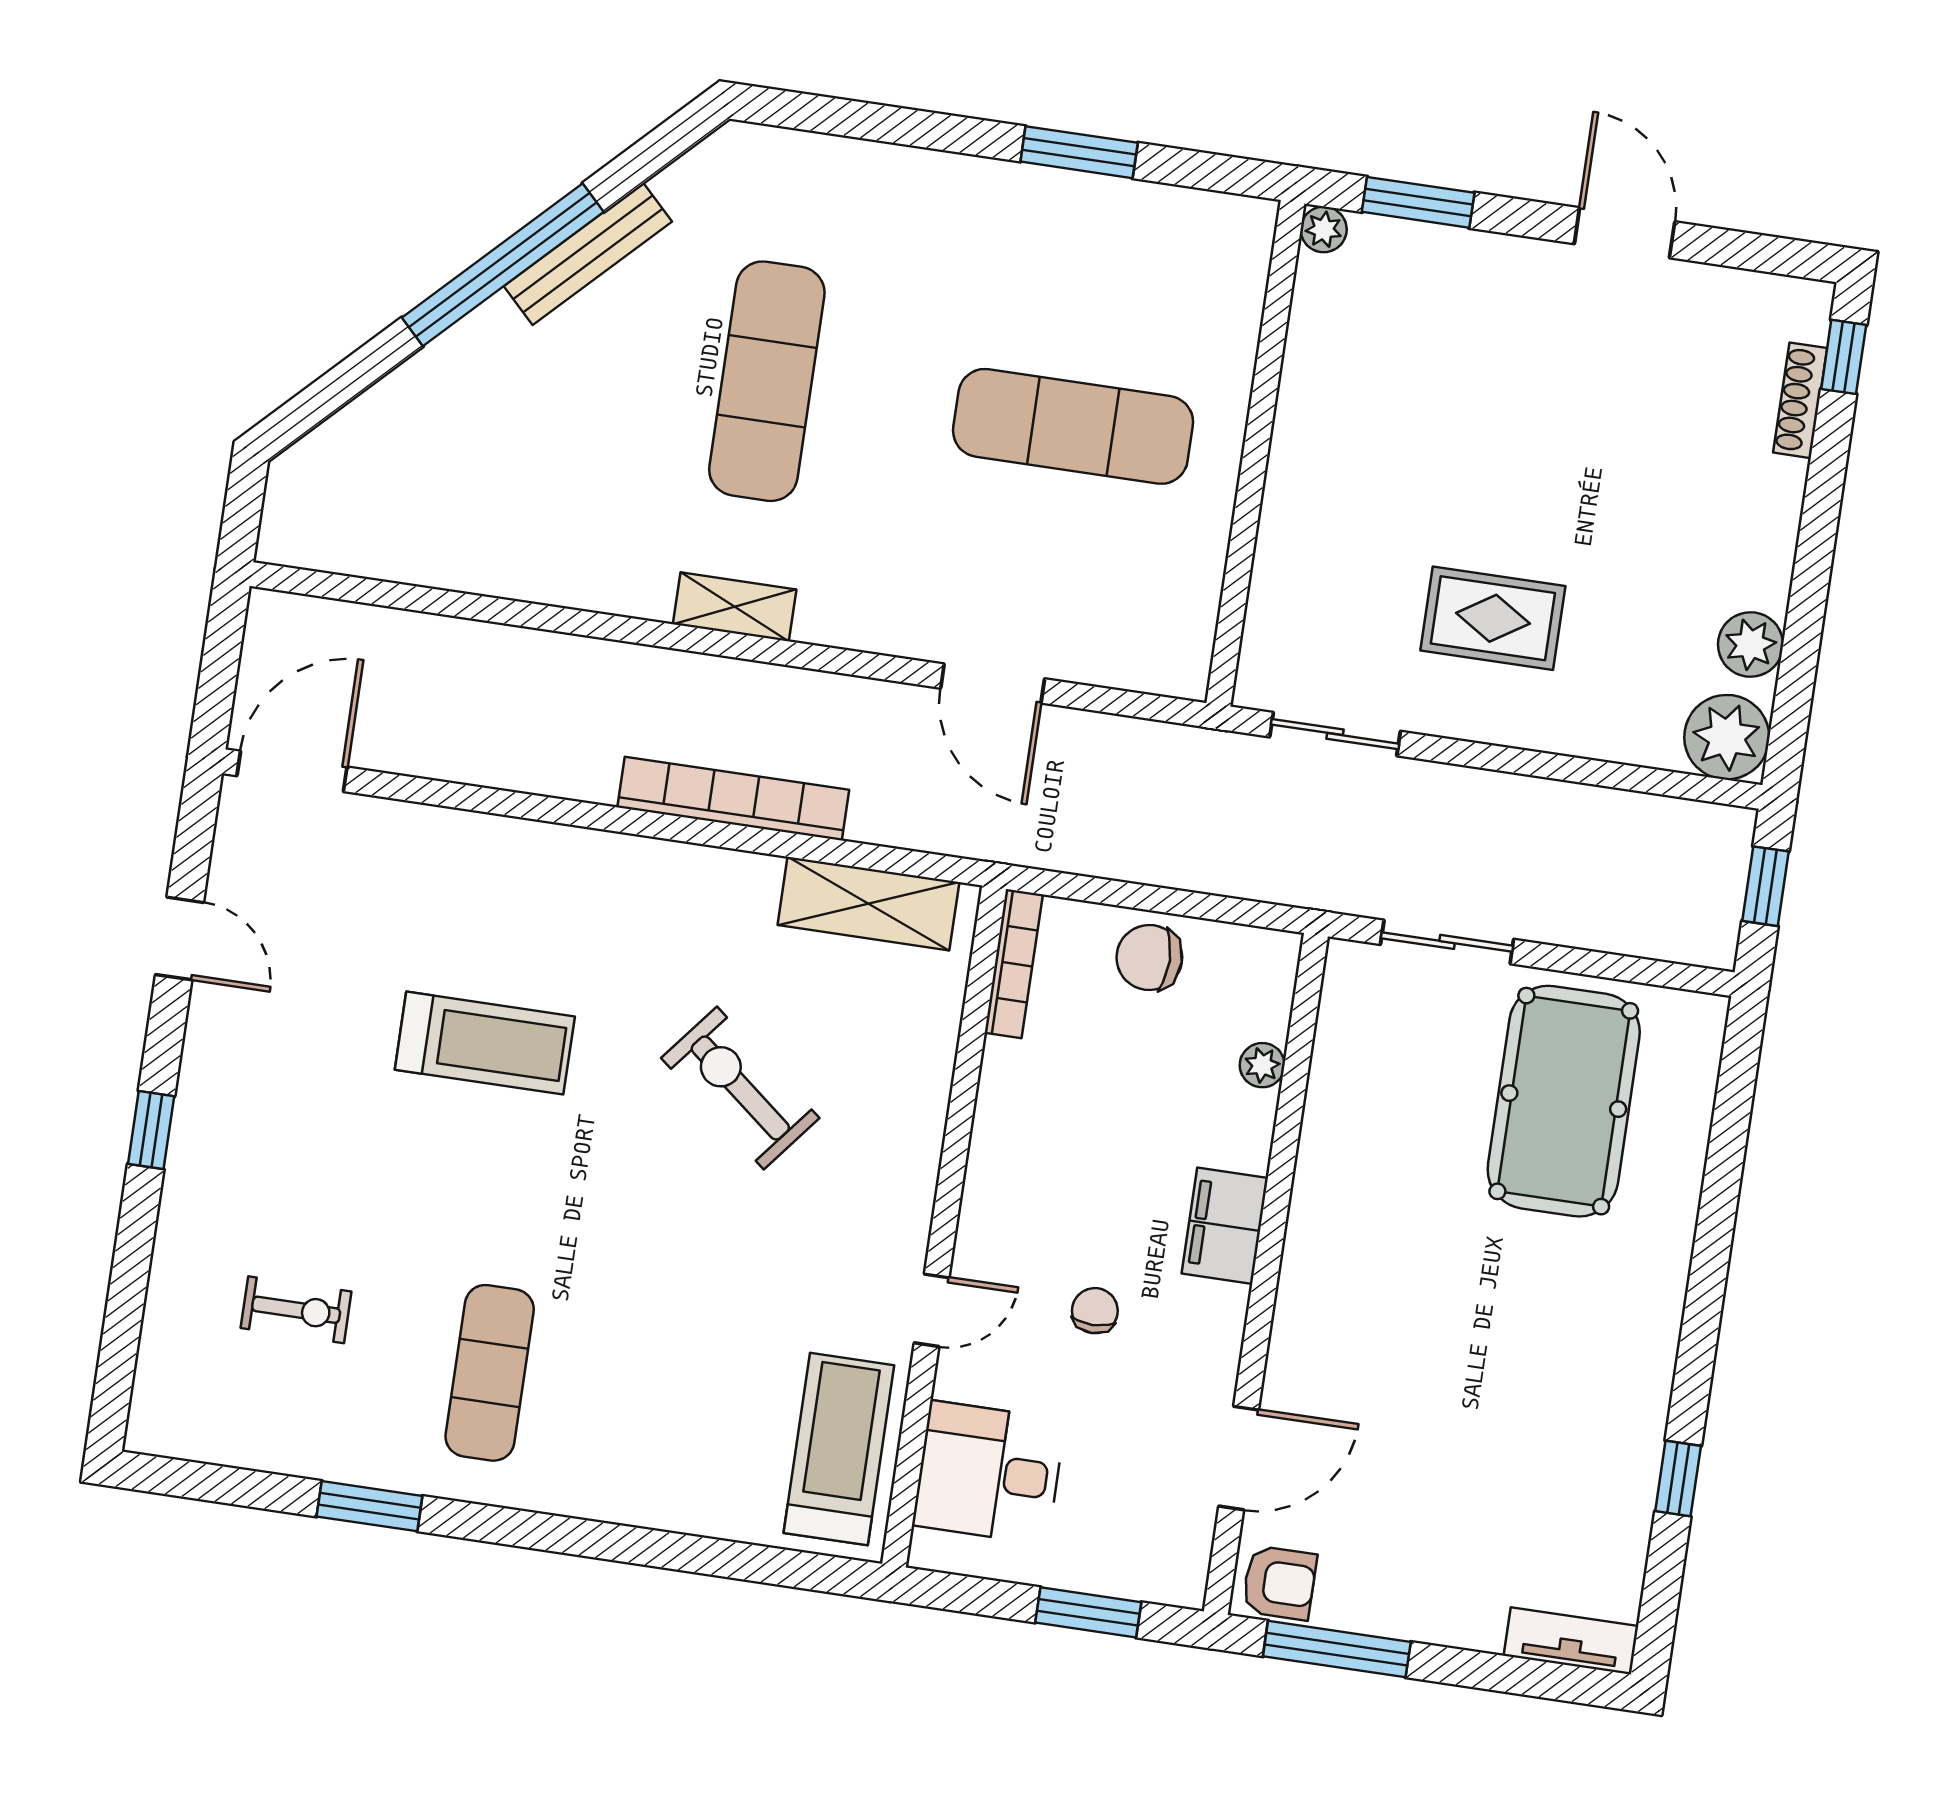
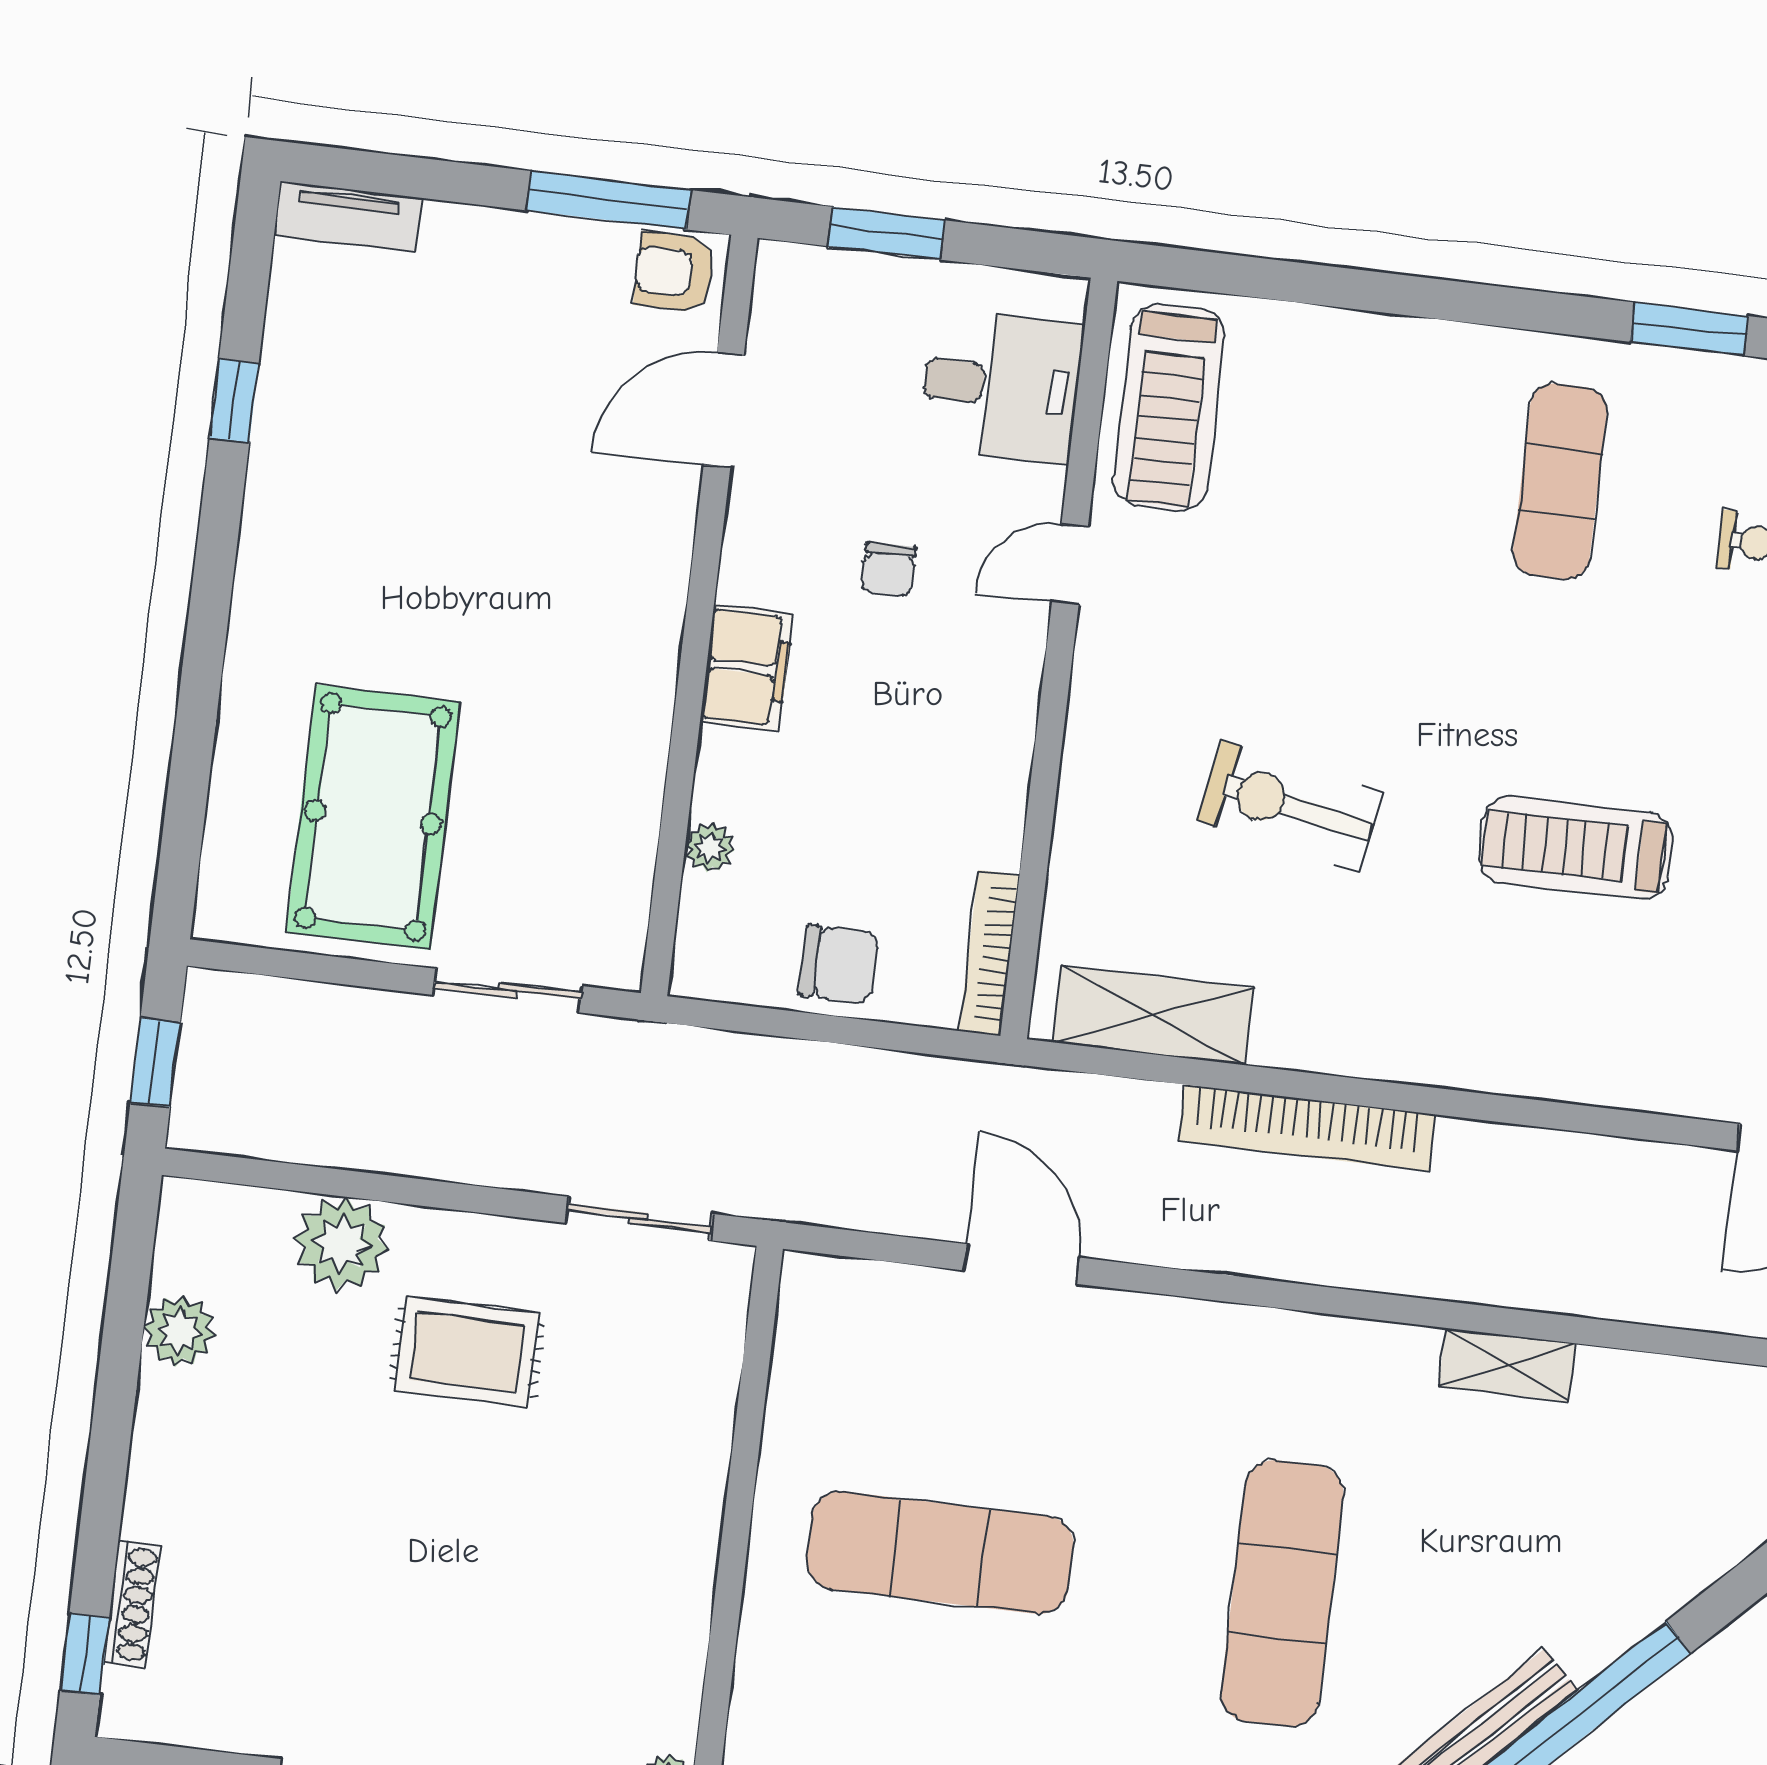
shelving: (735, 607) -> (1507, 1365), moved
plant: (1727, 737) -> (342, 1244), moved
exercise bike: (740, 1088) -> (1290, 806), turned 152

